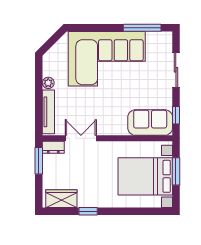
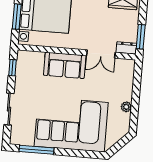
tv unit: (48, 112) -> (128, 80), removed
sofa: (150, 123) -> (65, 65), moved

